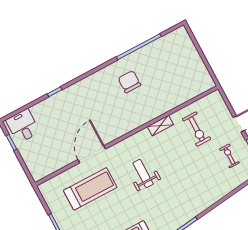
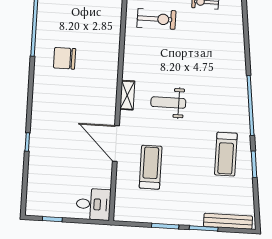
desk: (23, 126) -> (93, 204), moved, turned 180
shelving: (160, 126) -> (127, 95), moved
treadmill: (90, 189) -> (151, 167), width x0.73, depth x0.73

